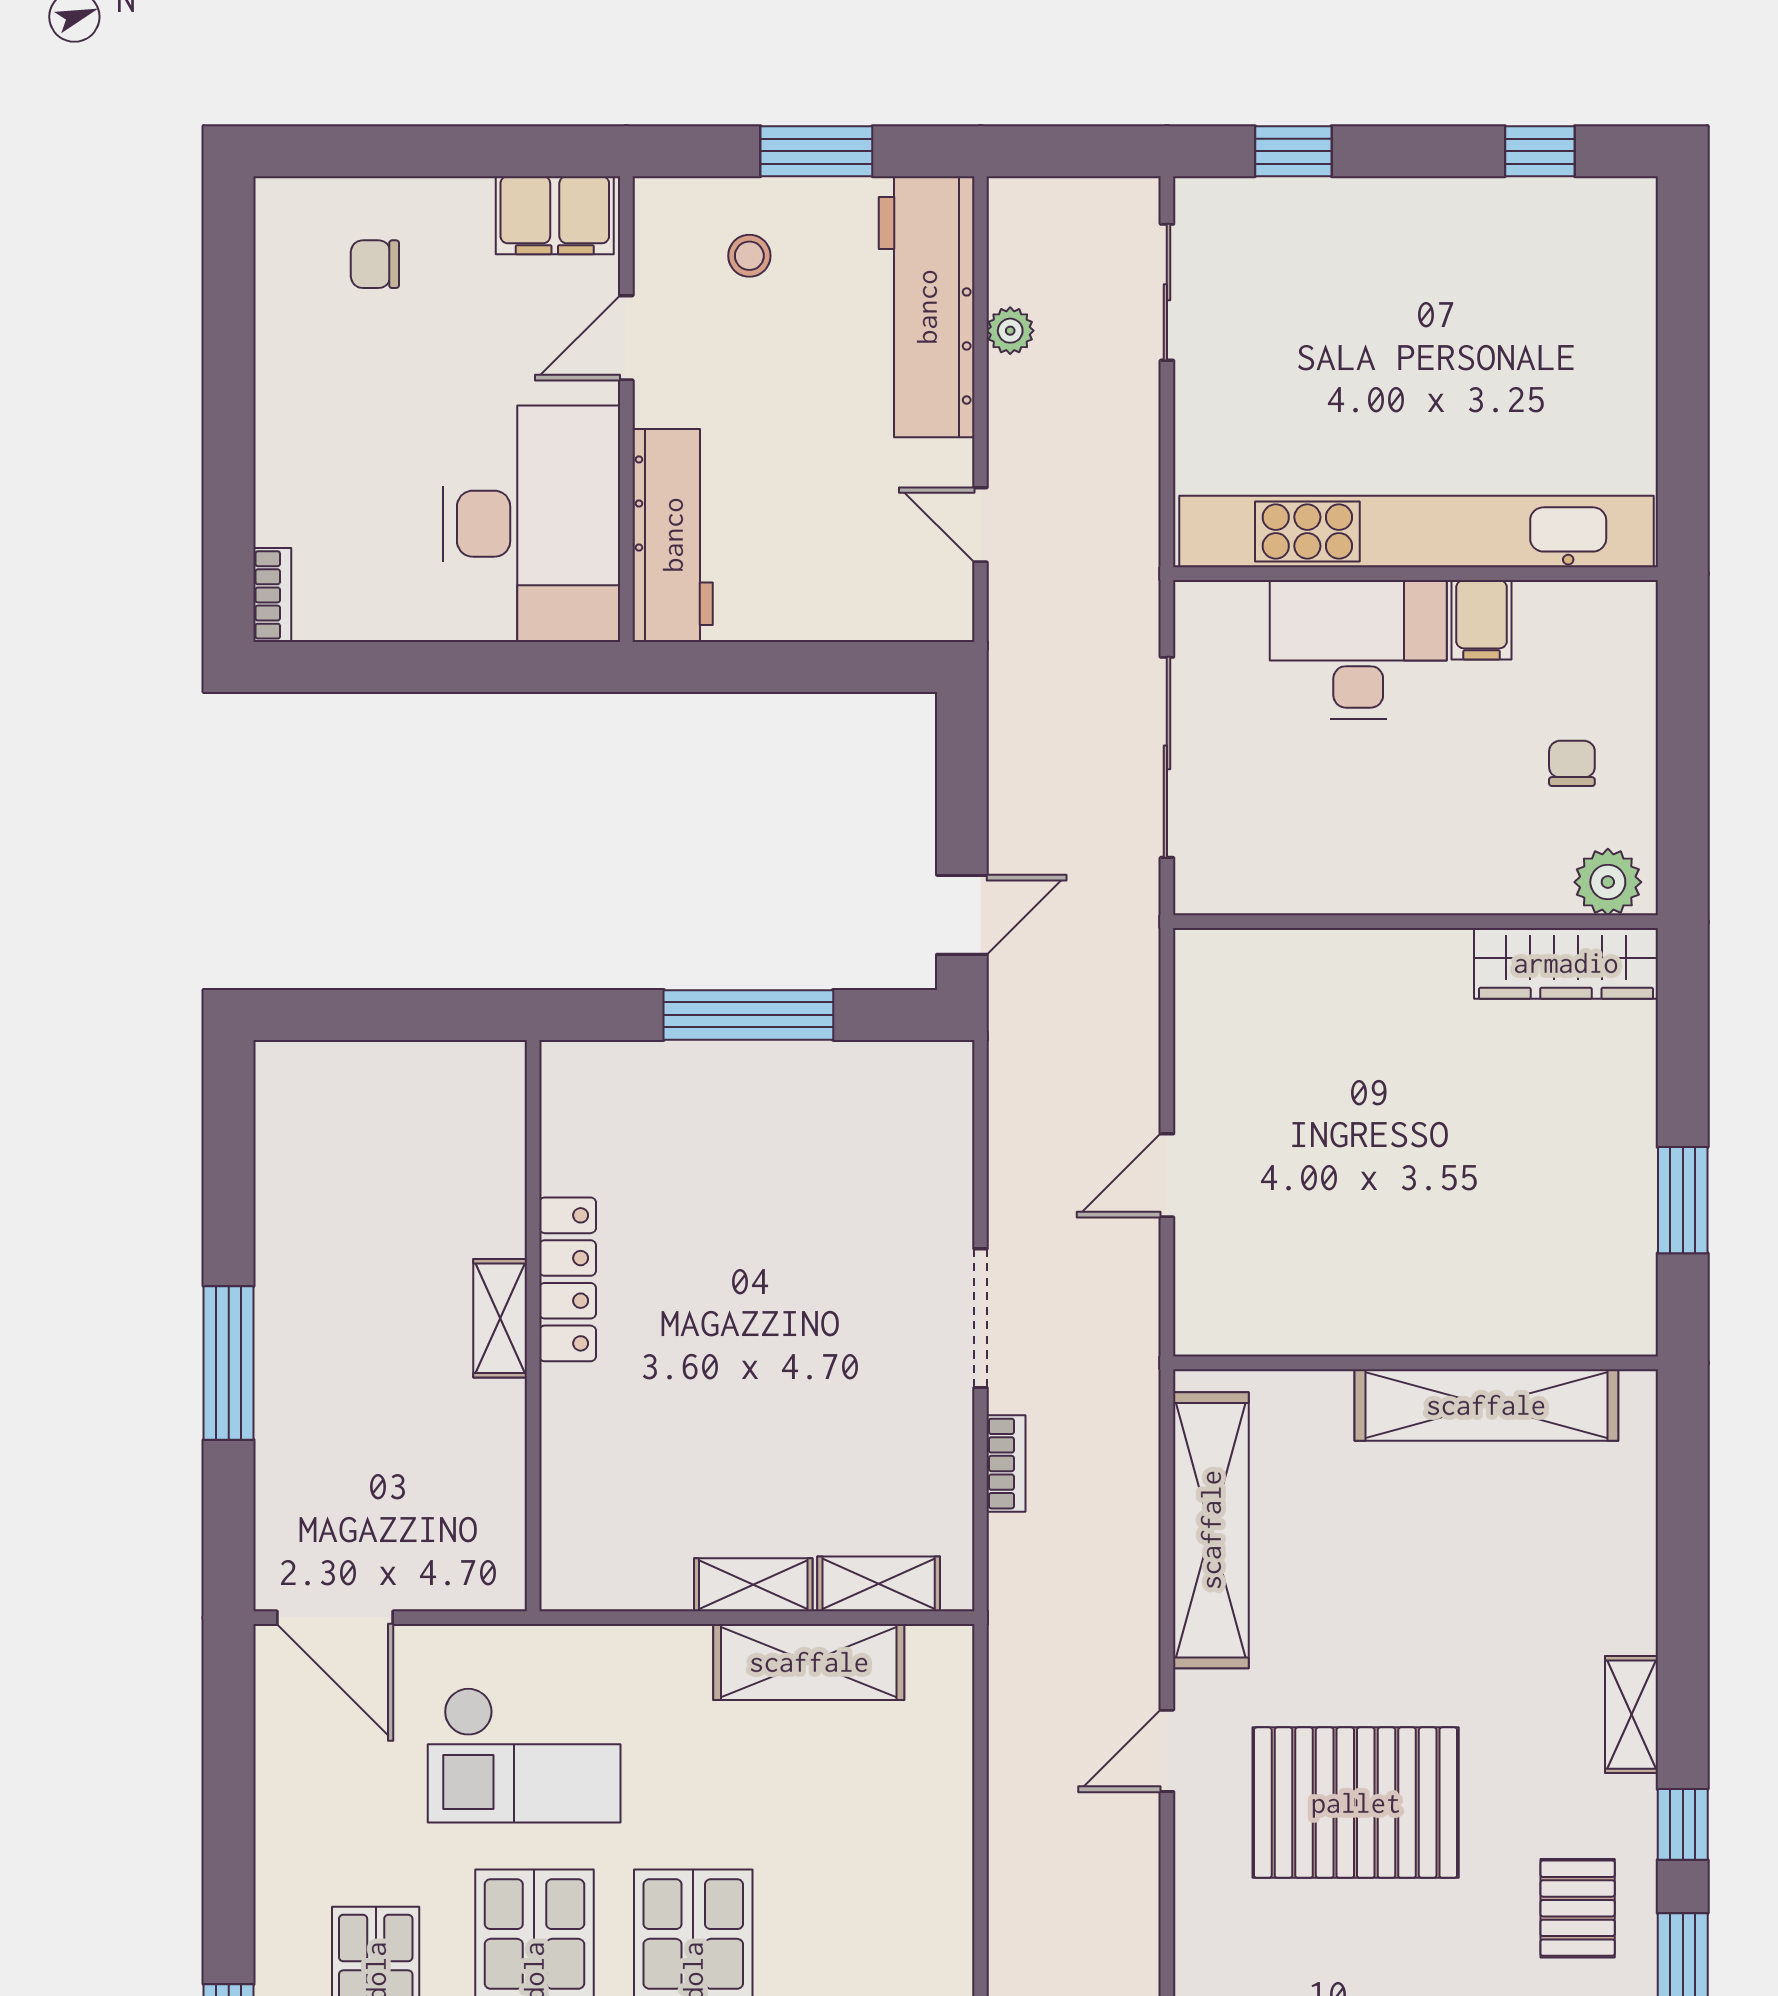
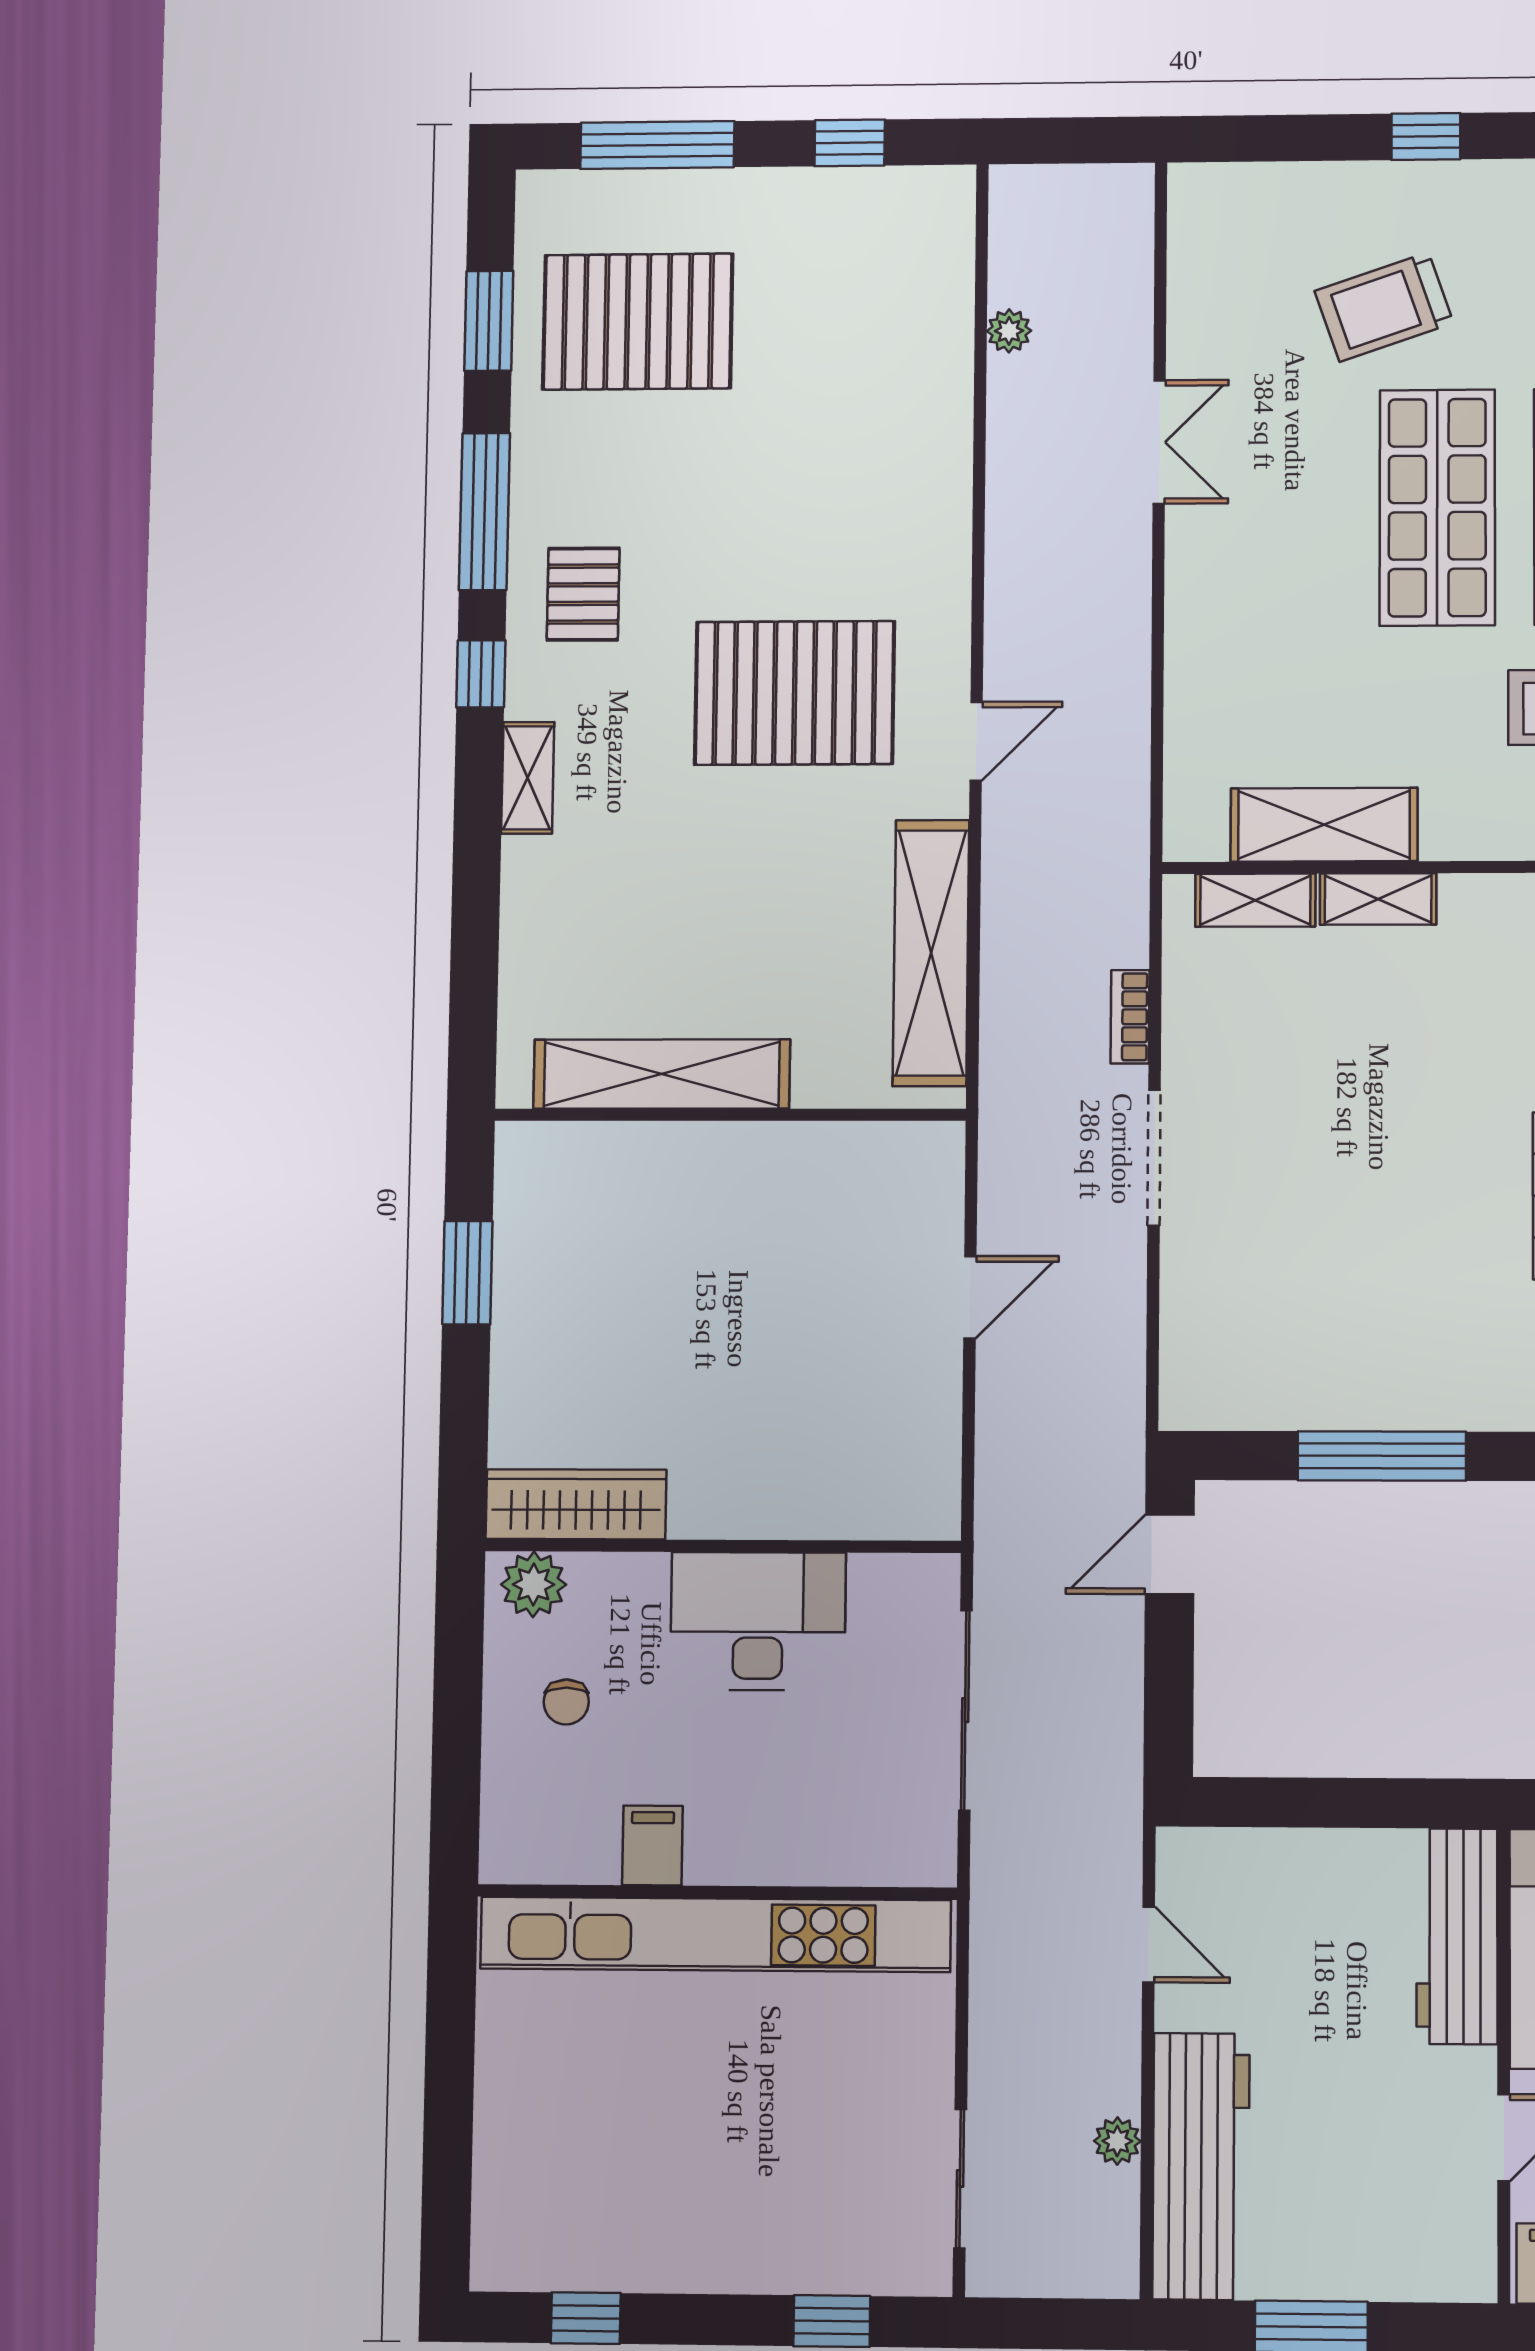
stool: (749, 256) -> (1379, 2220), removed
desk: (1358, 649) -> (758, 1621), moved, turned 180

